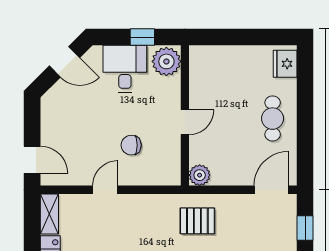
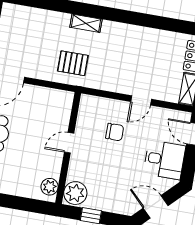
desk: (125, 69) -> (164, 160), moved, turned -90
plant: (200, 175) -> (50, 187), moved

